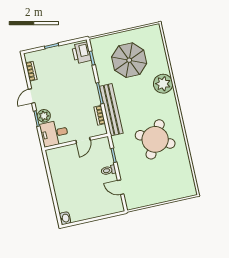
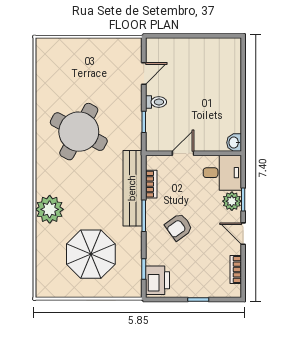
armchair: (75, 91) -> (179, 227), added
door: (32, 96) -> (243, 234), swing flipped
door: (121, 187) -> (144, 74), hinge flipped
washbasin: (65, 218) -> (234, 143), moved

